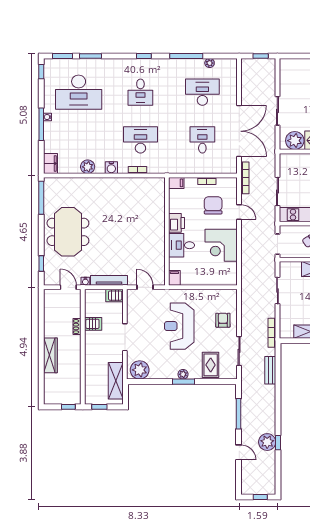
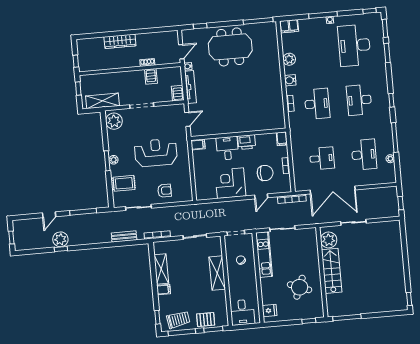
desk: (140, 92) -> (359, 100), width x1.37

